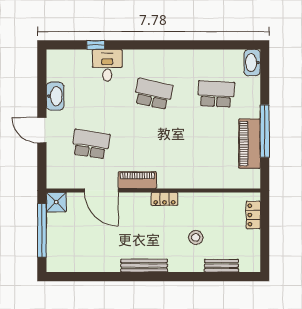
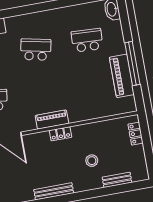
piano: (137, 180) -> (52, 119), moved

